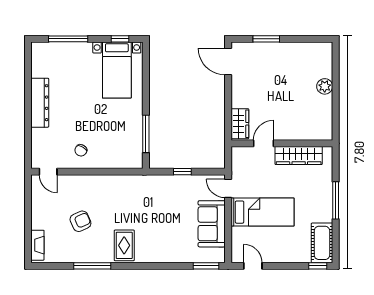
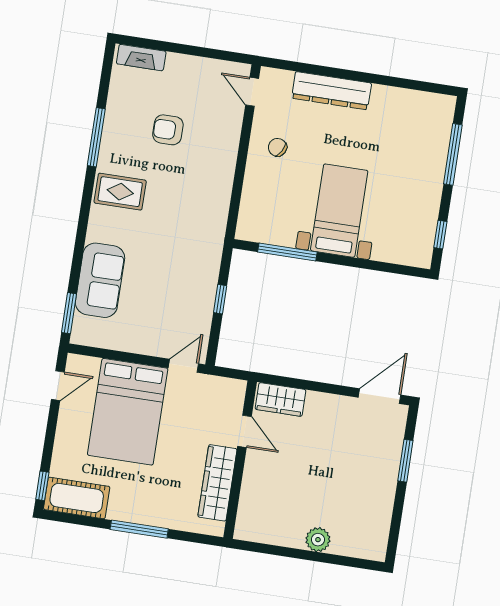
bed with nightstands: (117, 70) -> (339, 211), moved, turned 90
dresser: (40, 103) -> (332, 91), moved
door: (48, 172) -> (252, 92), hinge flipped
bed: (263, 212) -> (128, 412), width x1.50
armchair: (80, 221) -> (168, 130), turned 114
sofa: (212, 224) -> (100, 280), moved, turned 90

